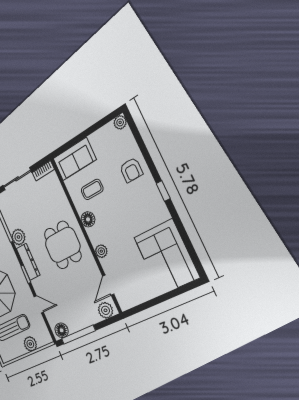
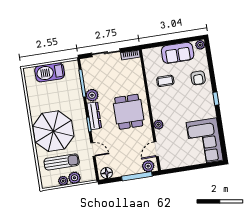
sofa: (74, 159) -> (178, 53), moved
floor lamp: (88, 219) -> (155, 100), removed
window: (78, 335) -> (137, 176), moved
plant: (20, 350) -> (63, 181), added

